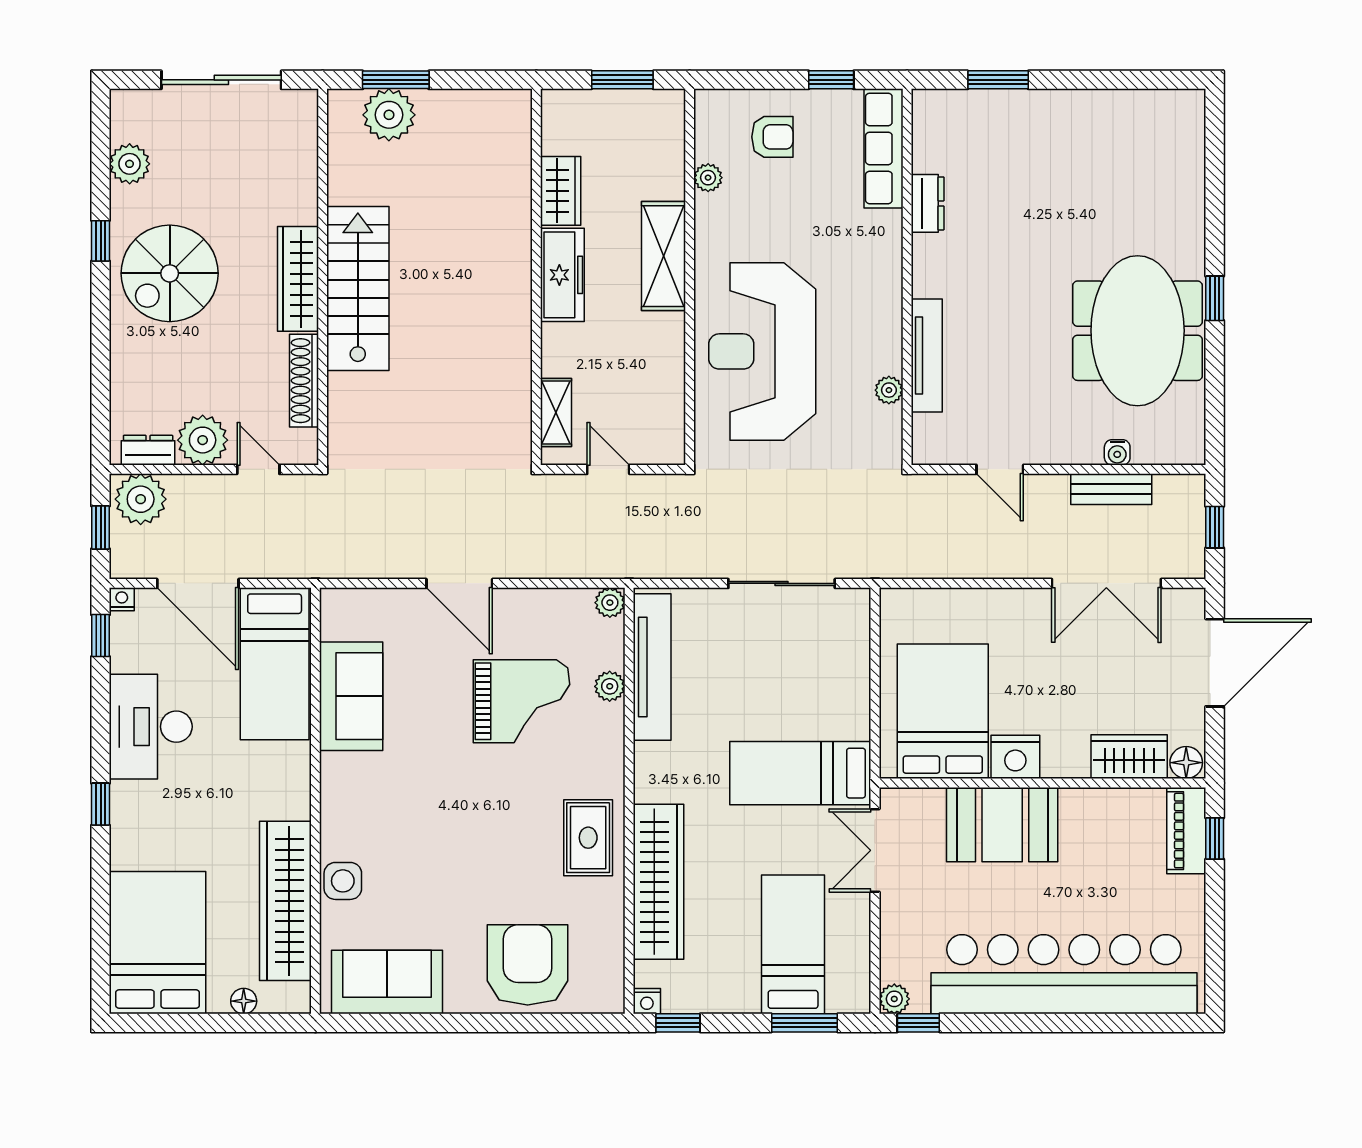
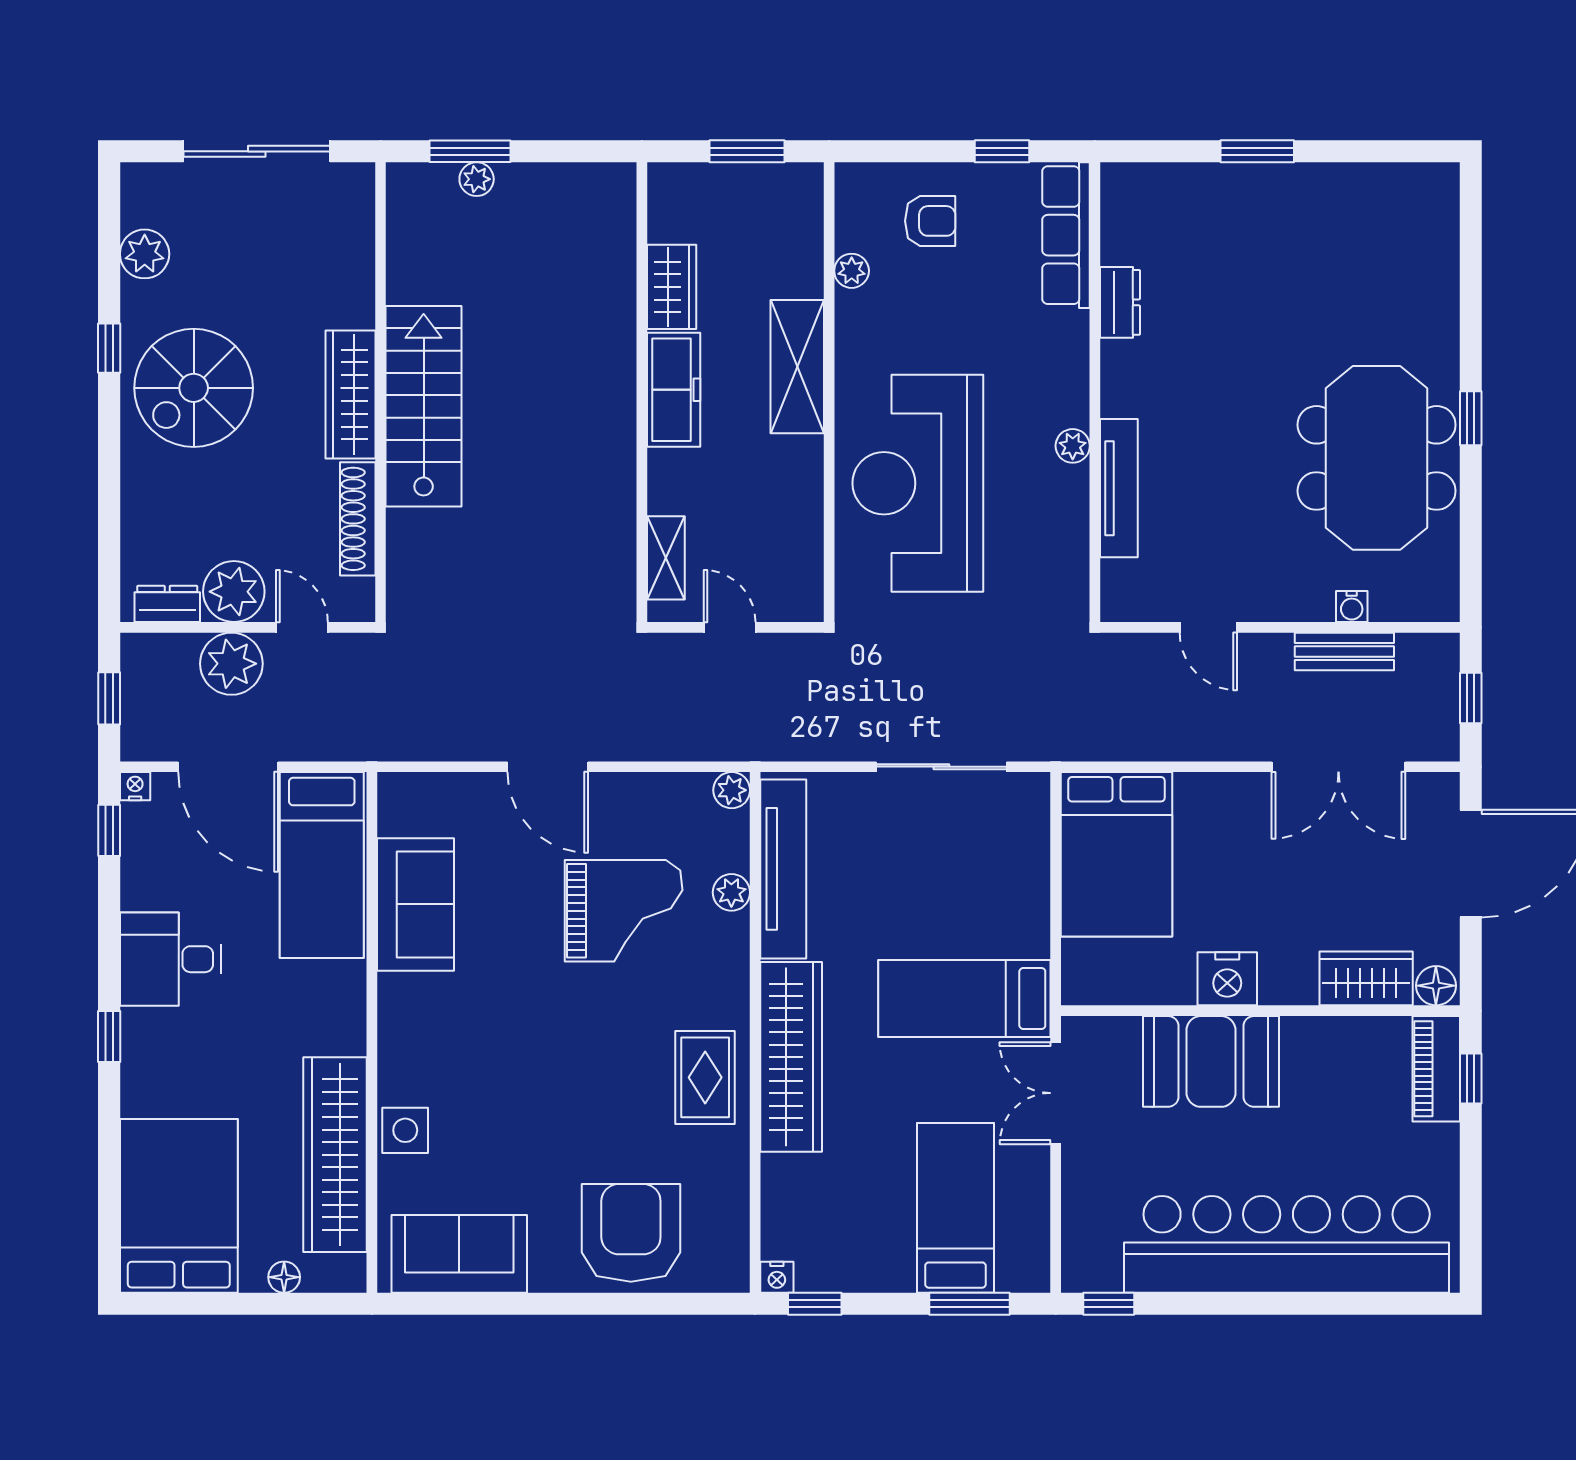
window: (998, 80) -> (1257, 151), moved
plant: (389, 115) -> (477, 179), width x0.53, depth x0.53
plant: (889, 390) -> (1073, 446), moved
plant: (141, 499) -> (231, 664), moved
bed: (943, 711) -> (1116, 854), moved, turned 180
desk: (151, 727) -> (170, 959), width x0.73
wardrobe: (658, 882) -> (791, 1057), moved
plant: (894, 999) -> (1079, 1275), removed

